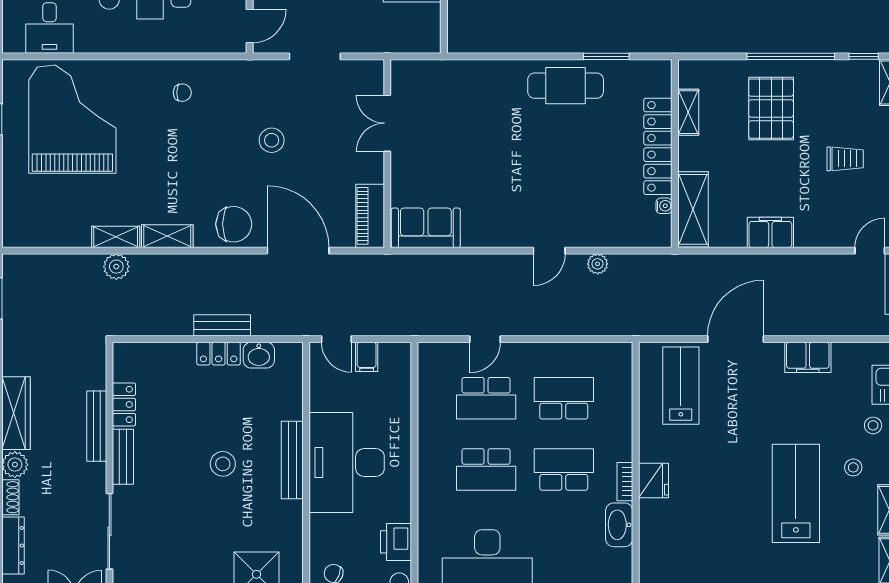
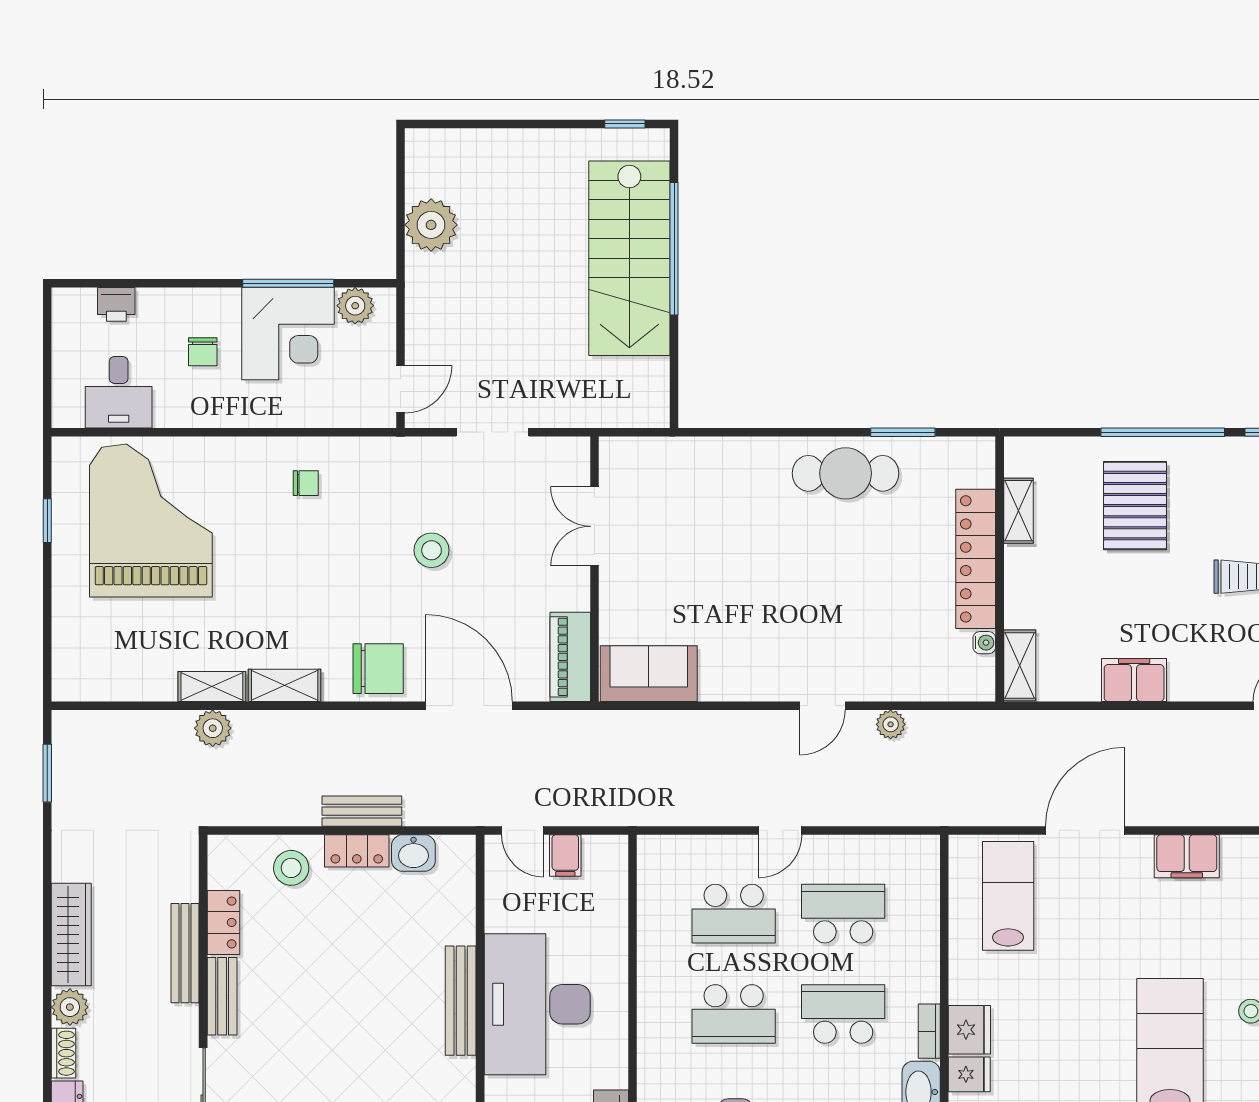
shelving: (693, 209) -> (1020, 665), width x0.67, depth x0.75
door: (485, 339) -> (780, 830), moved
stool: (223, 464) -> (291, 868), moved
fridge: (653, 512) -> (969, 1074), added

